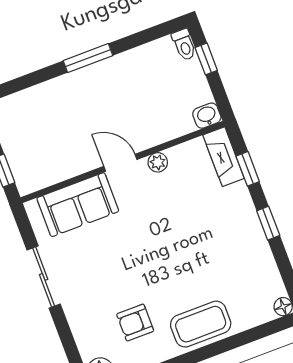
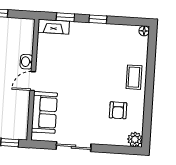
washbasin: (207, 116) -> (26, 62), moved
plant: (158, 162) -> (41, 62), removed
coffee table: (201, 324) -> (134, 77), width x0.73, depth x0.77

